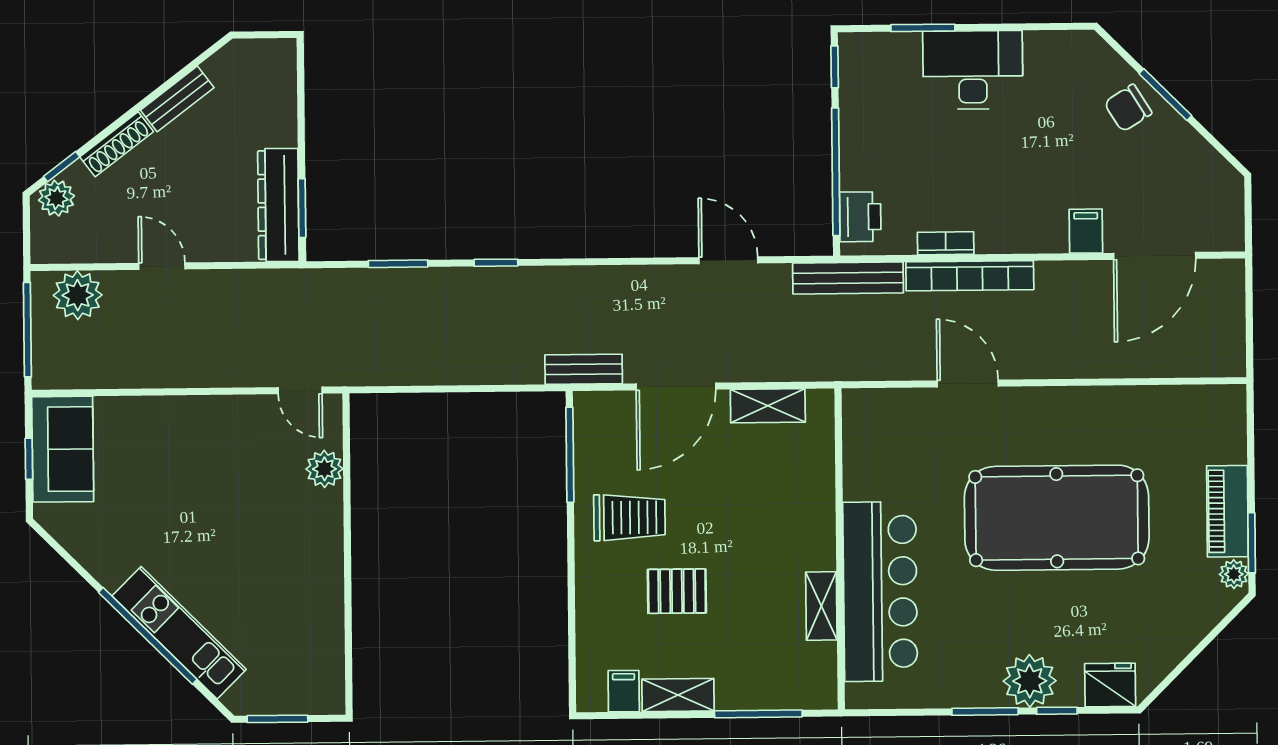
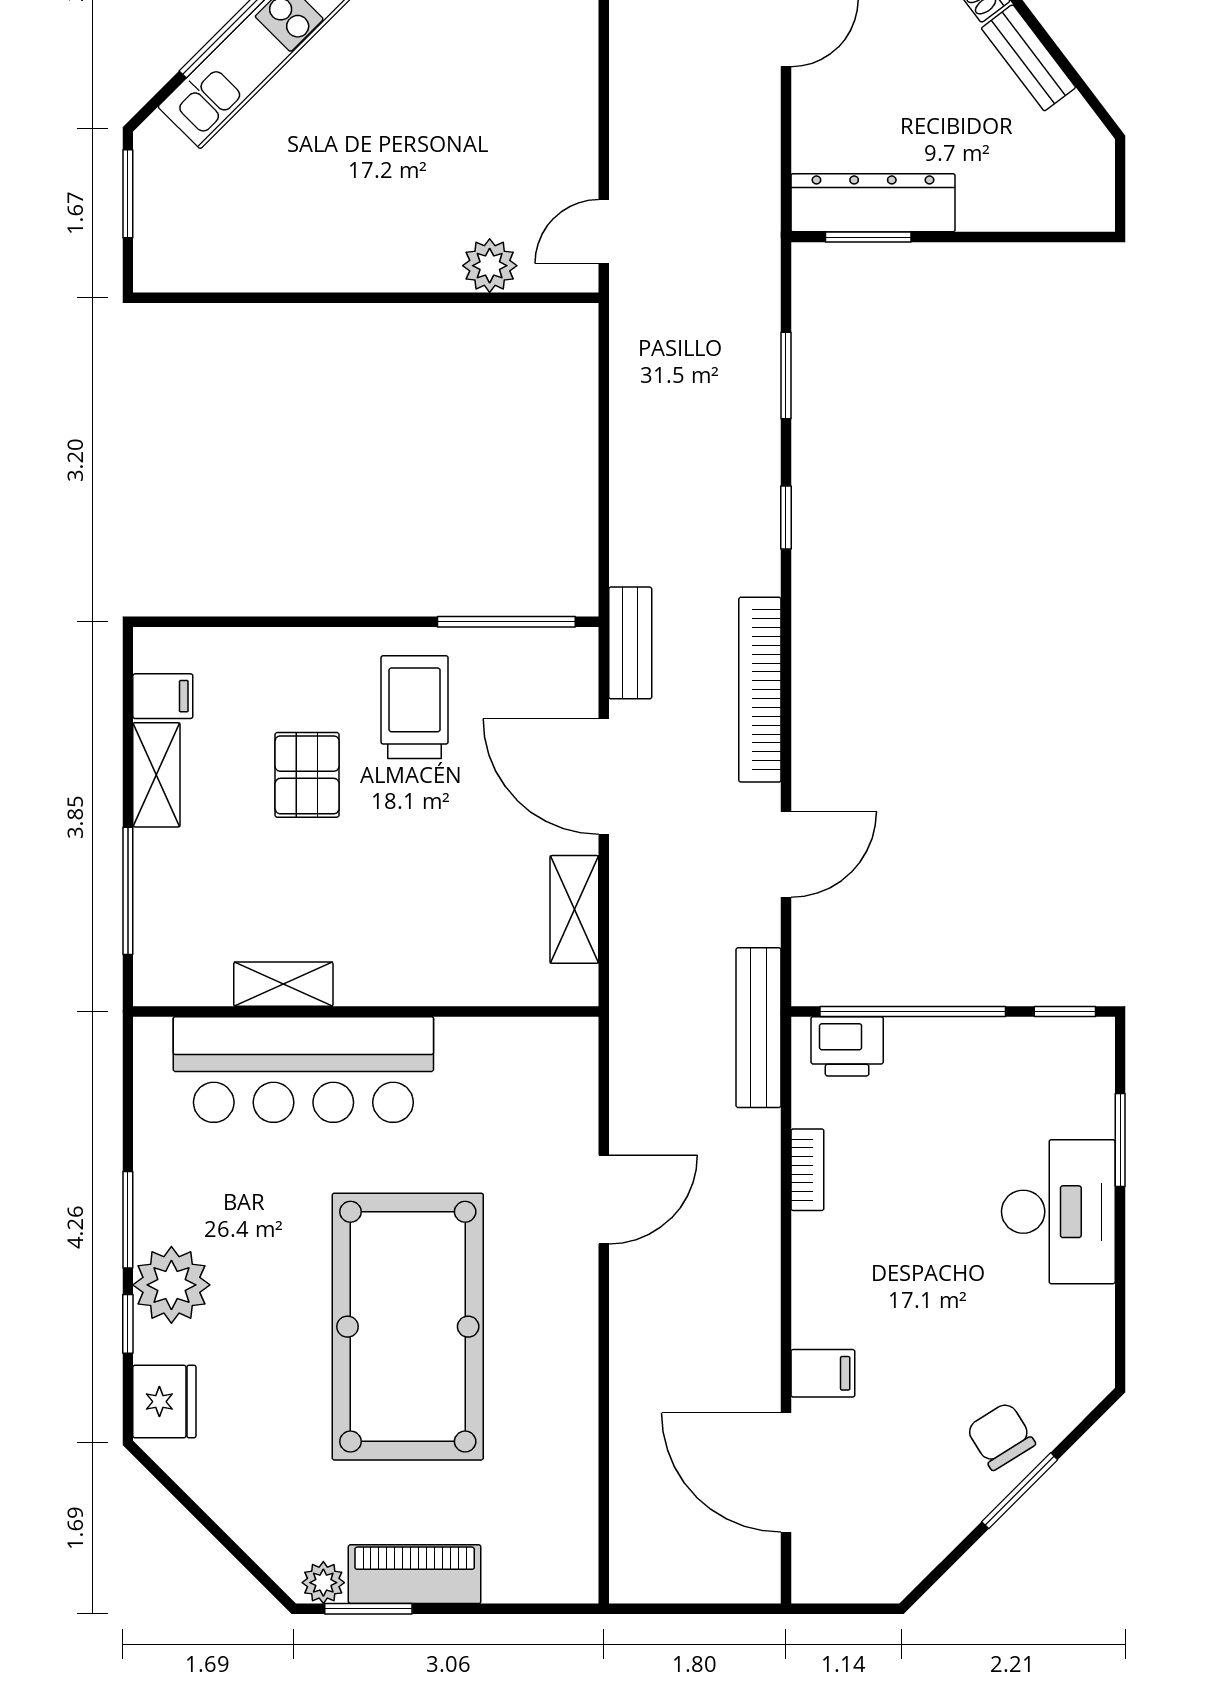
bookcase: (970, 276) -> (760, 690), moved
trolley: (629, 517) -> (415, 707), turned 180

